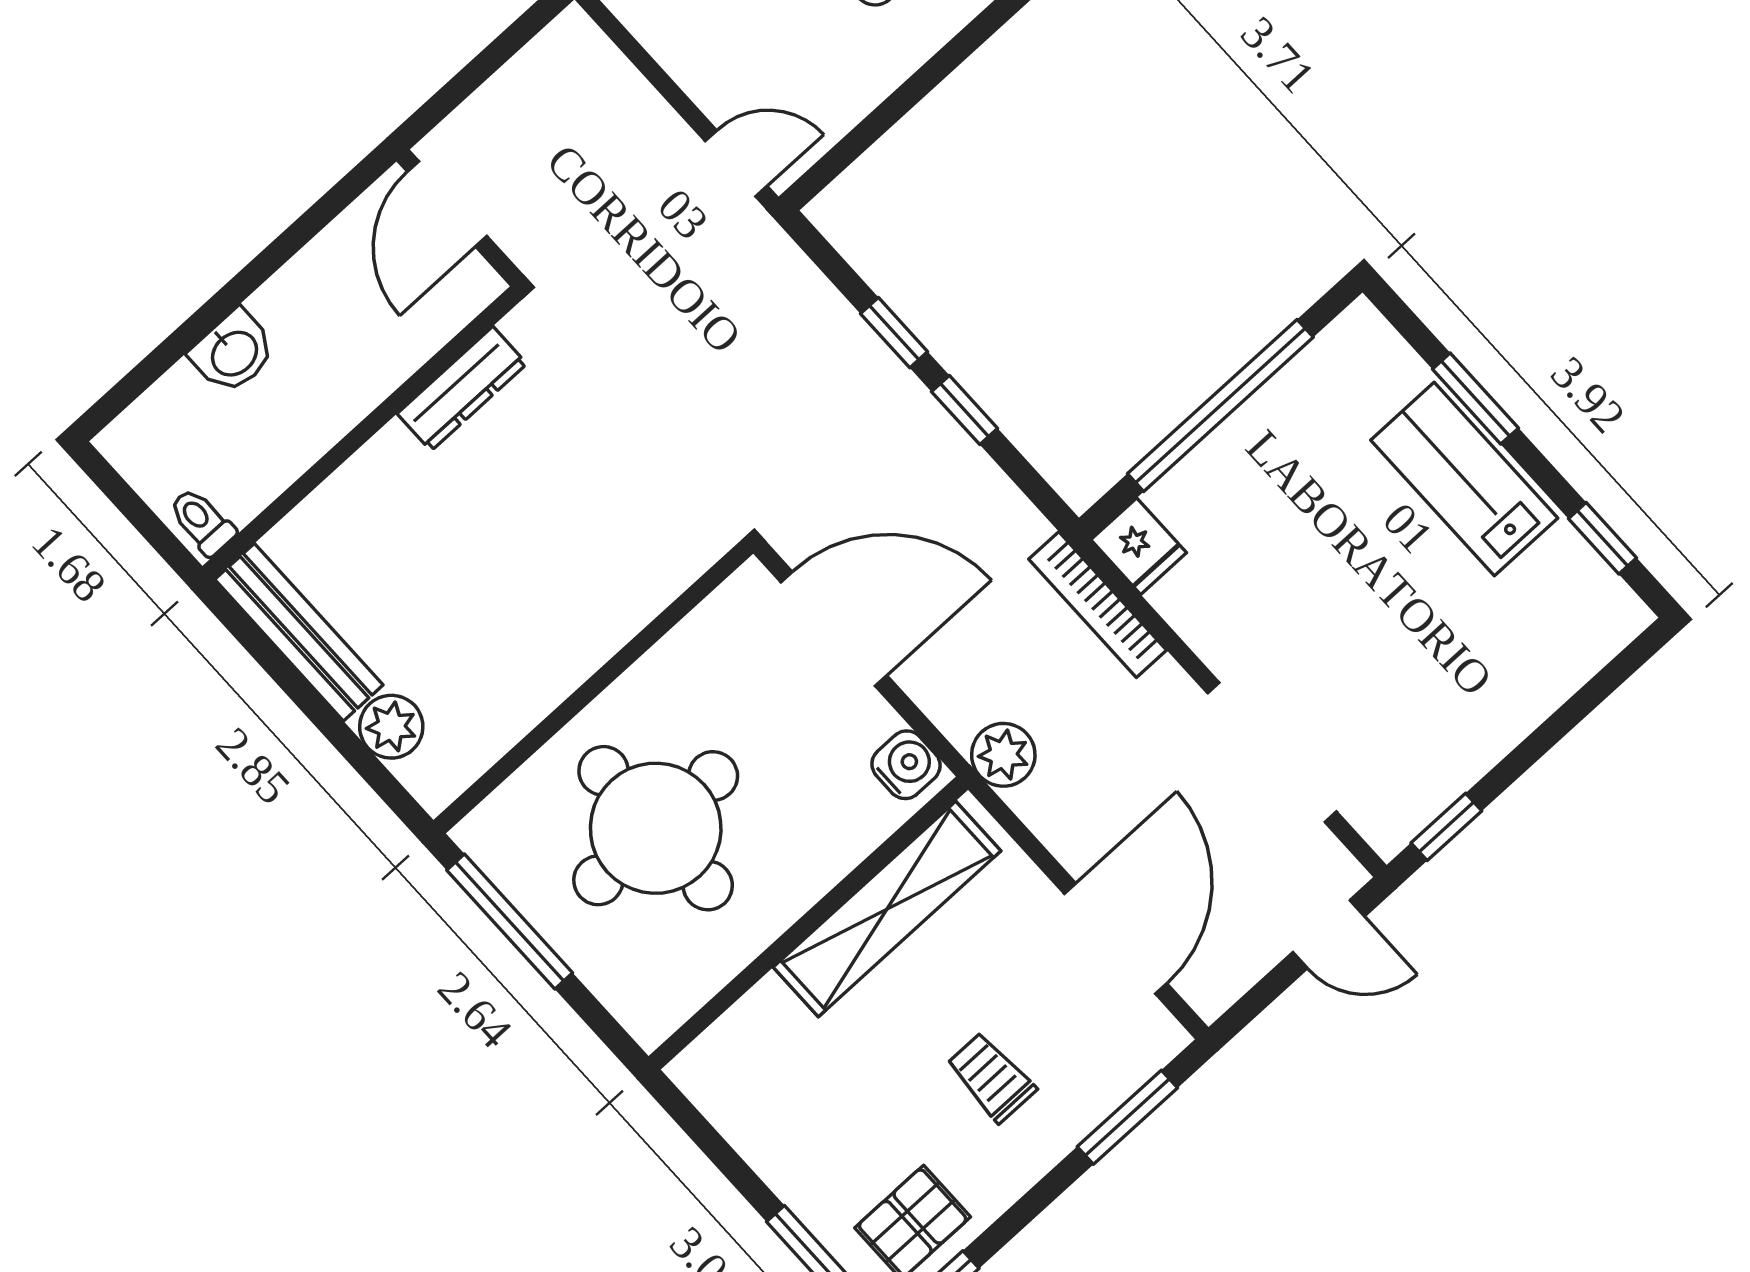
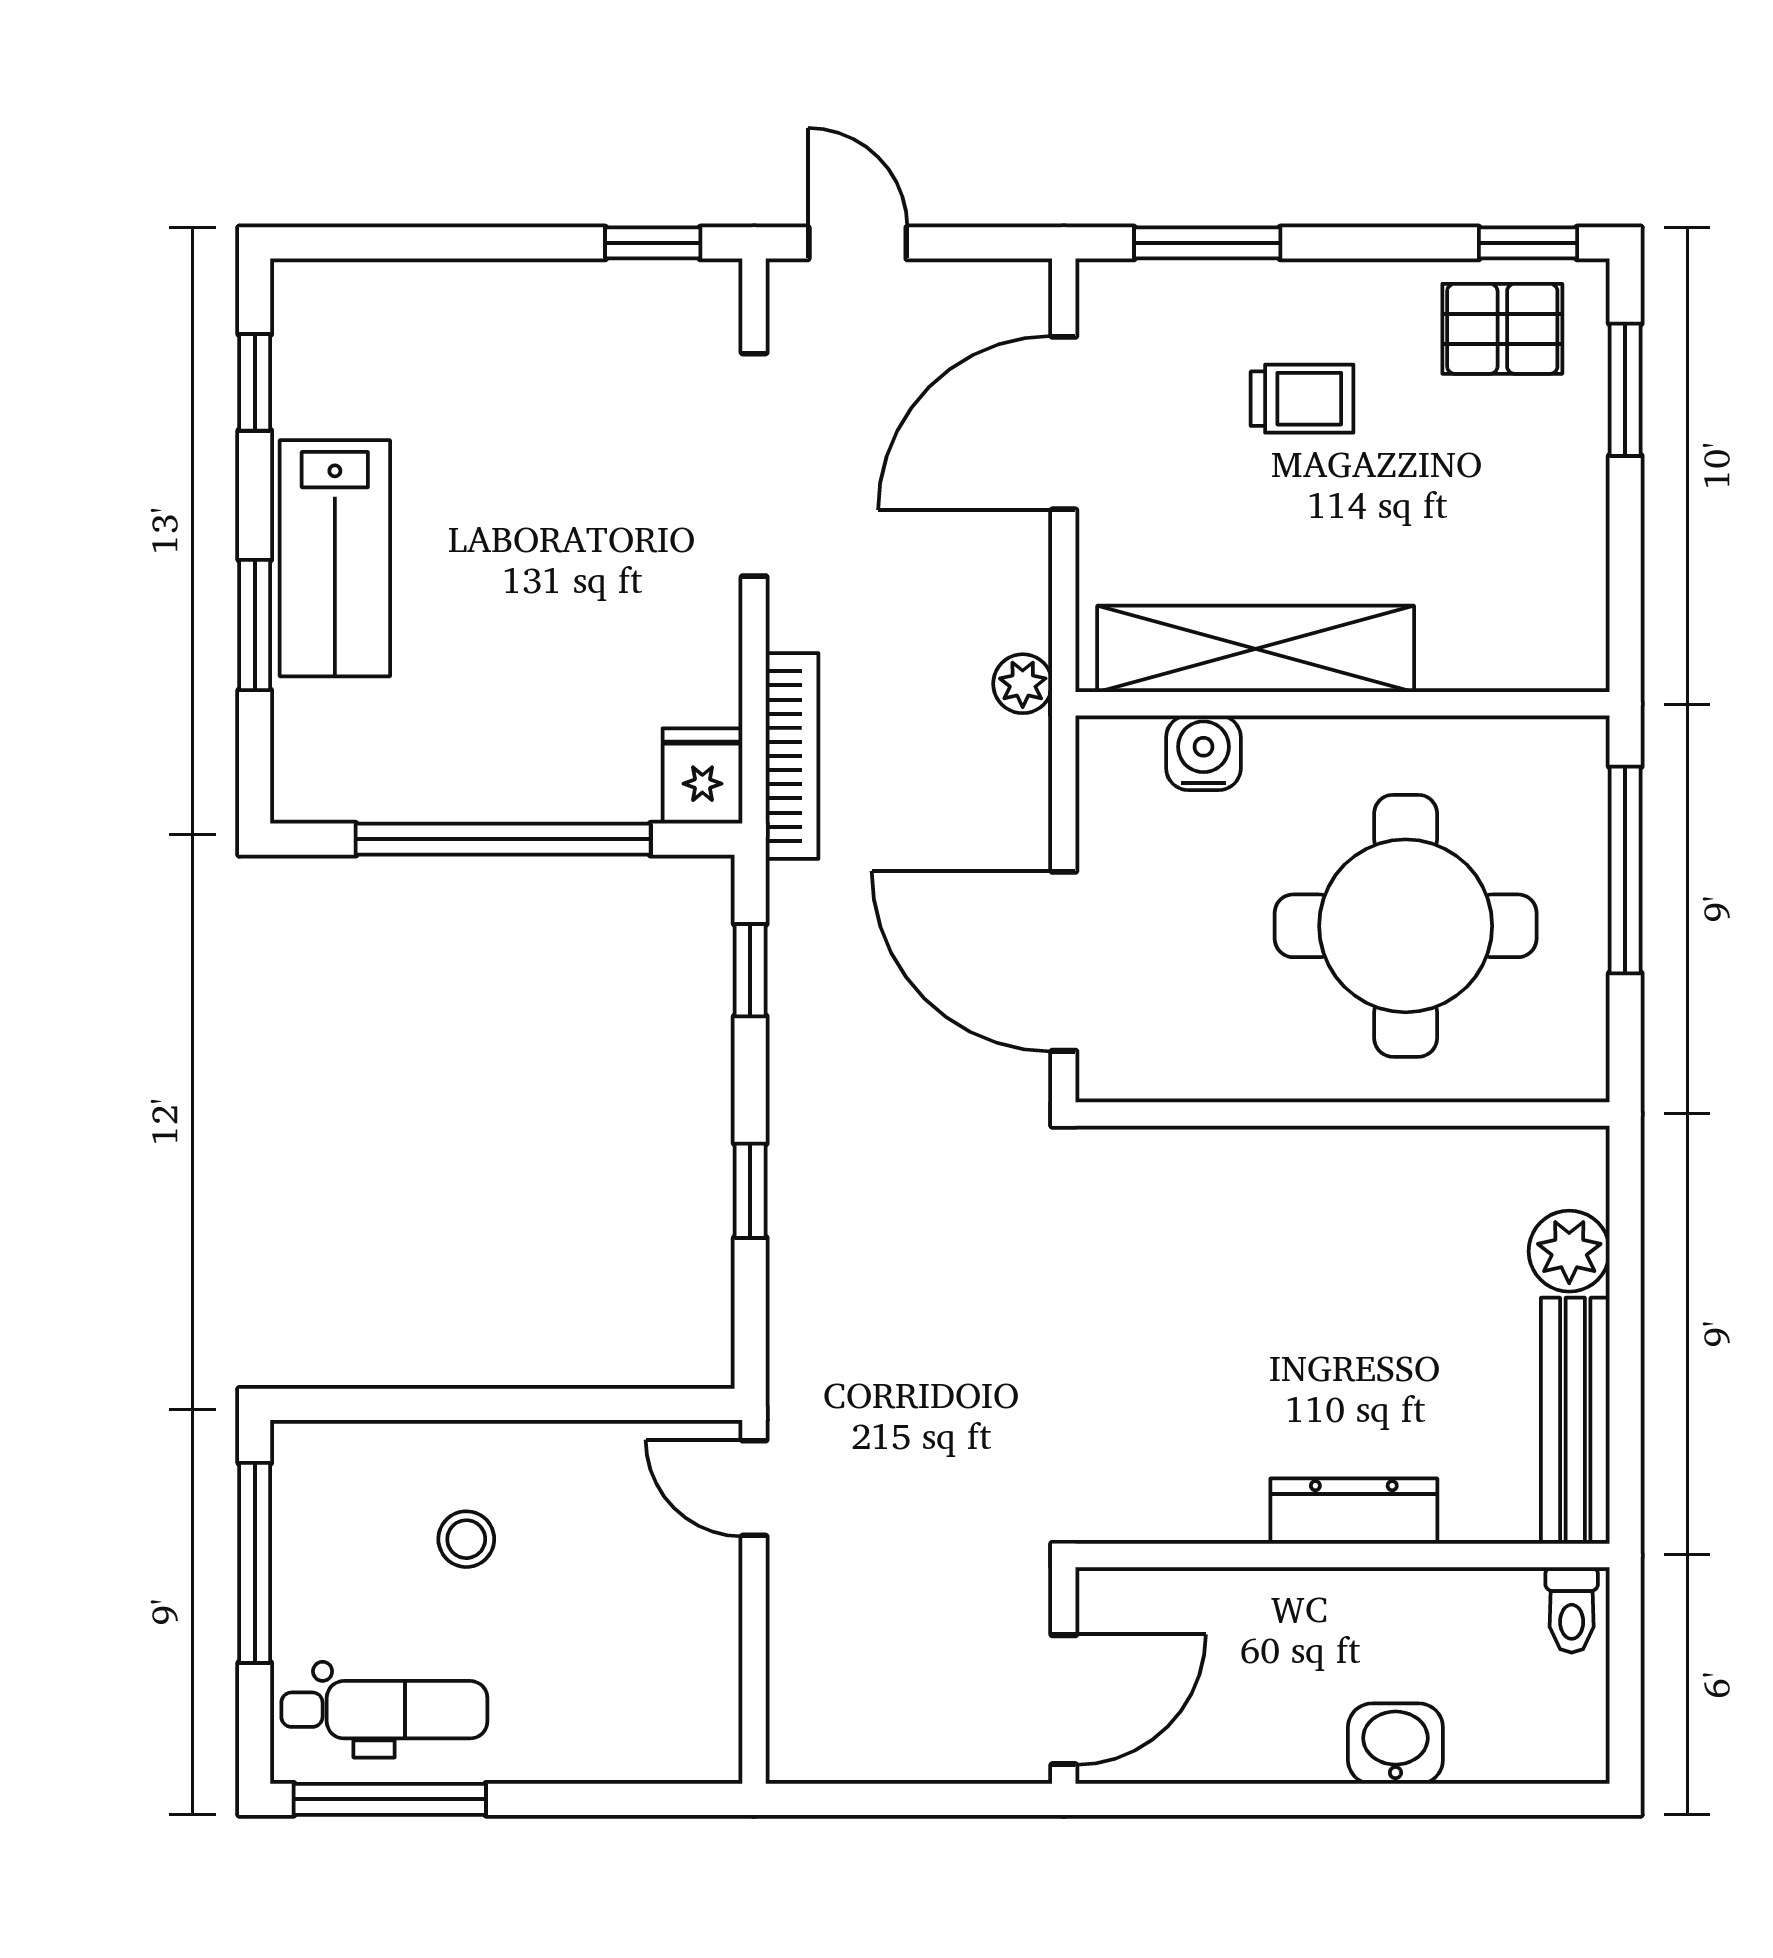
dresser: (462, 389) -> (1354, 1511), moved
window: (965, 410) -> (750, 970), moved
plant: (1003, 755) -> (1023, 684), width x0.73, depth x0.73
water cooler: (906, 765) -> (1203, 753), moved, turned 90
window: (510, 922) -> (1625, 870), moved
trolley: (991, 1077) -> (1302, 399), turned -90

